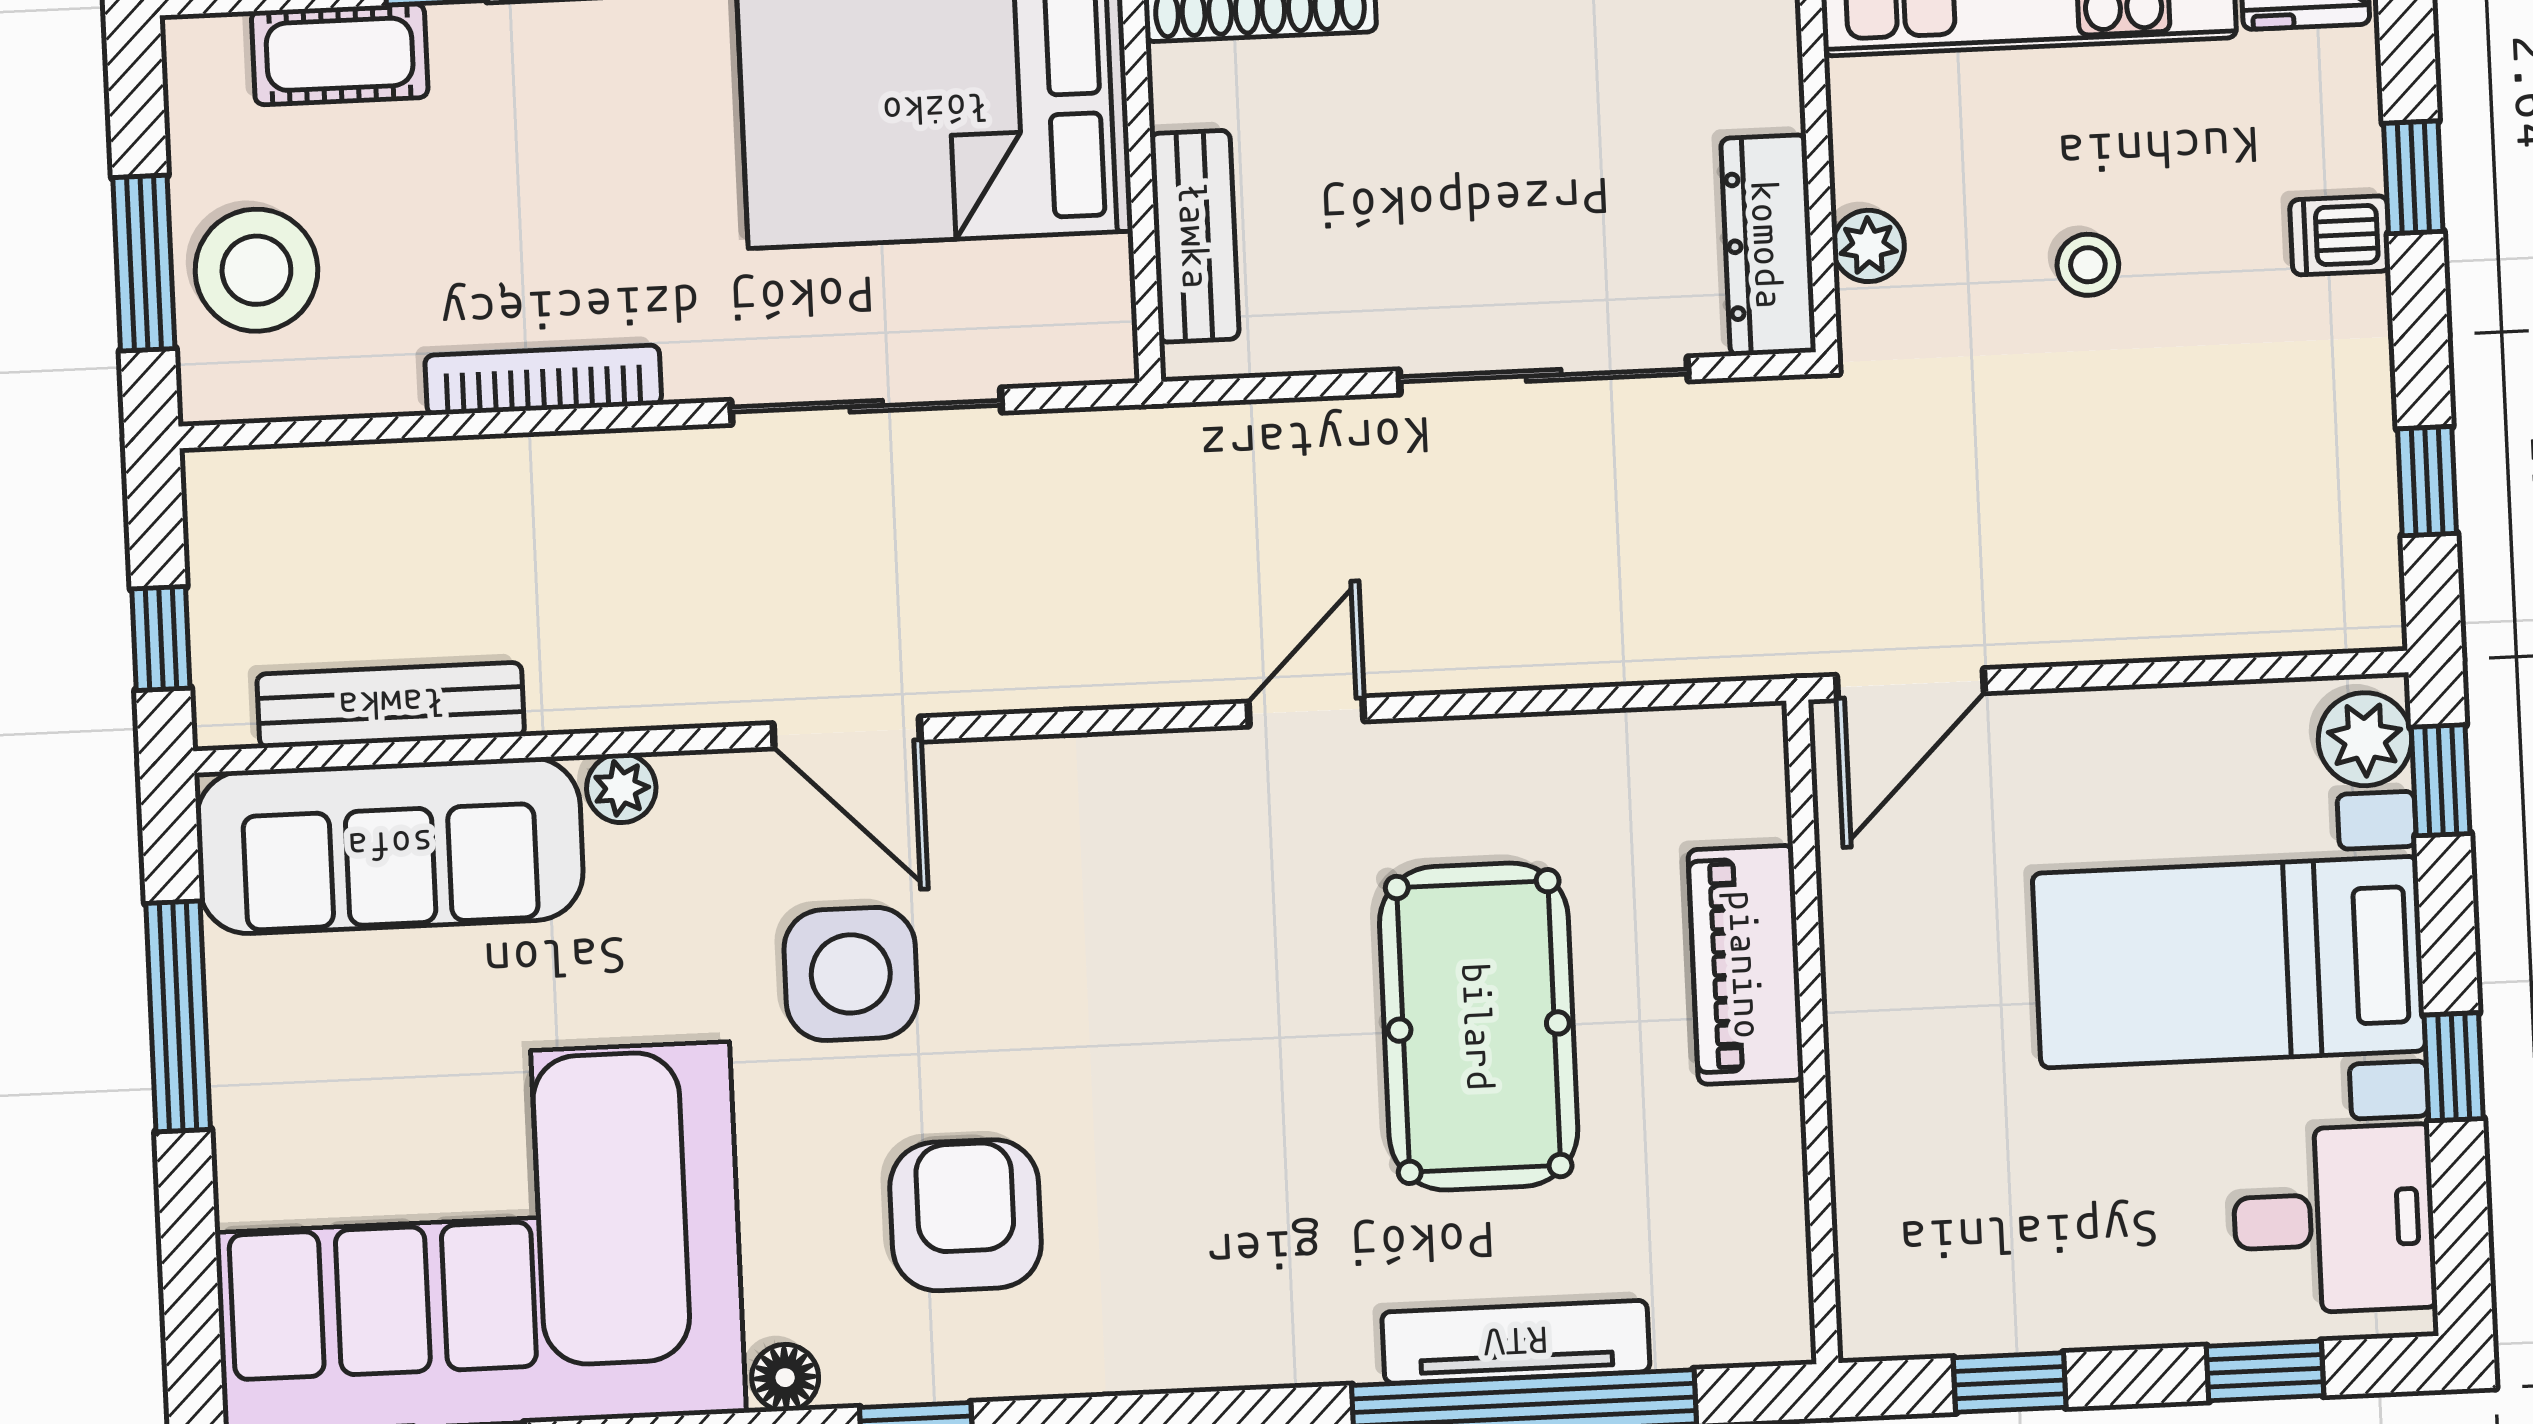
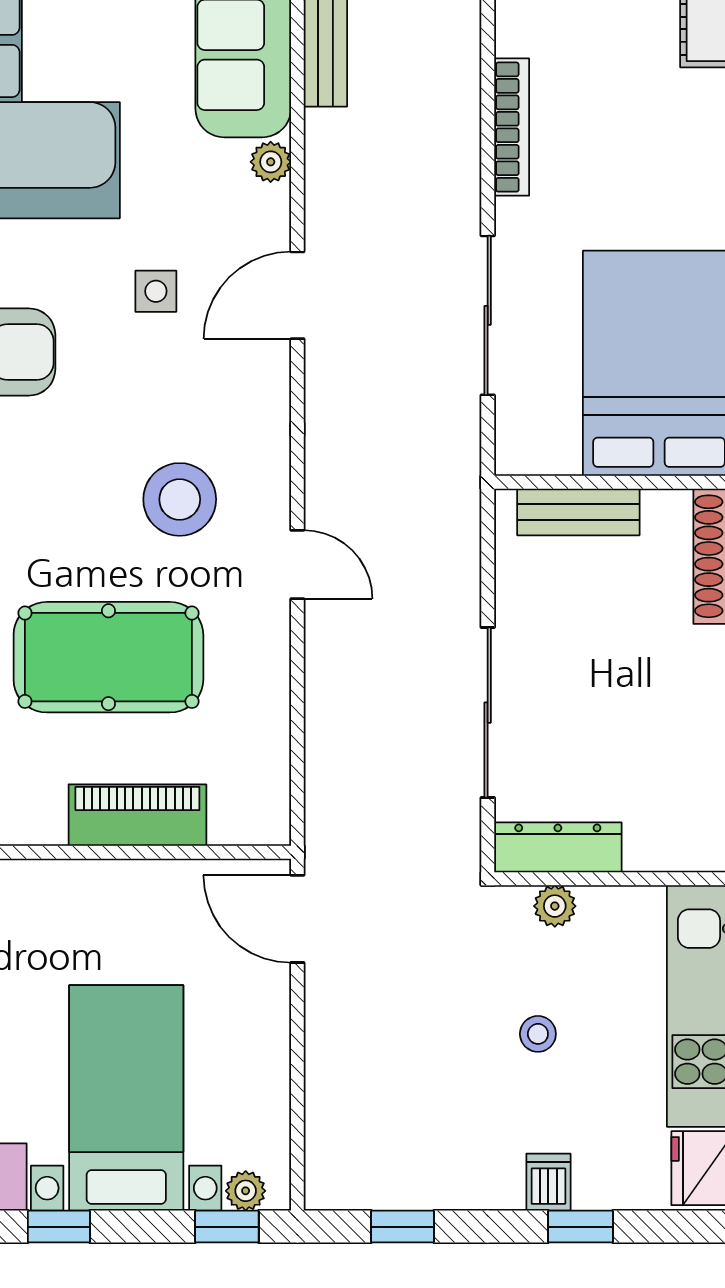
plant: (2365, 739) -> (246, 1191), width x0.73, depth x0.73
stool: (1204, 917) -> (180, 499), added
side table: (851, 974) -> (156, 291), width x0.54, depth x0.54

